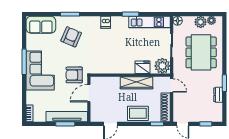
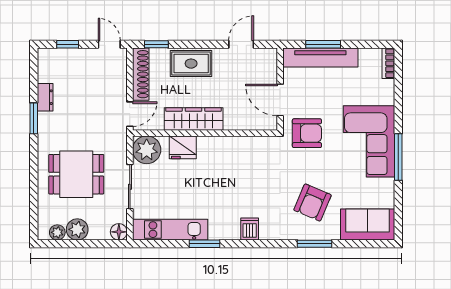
dining table: (201, 52) -> (76, 174), width x0.73
door: (172, 85) -> (130, 114), swing flipped
door: (89, 93) -> (280, 100), swing flipped

